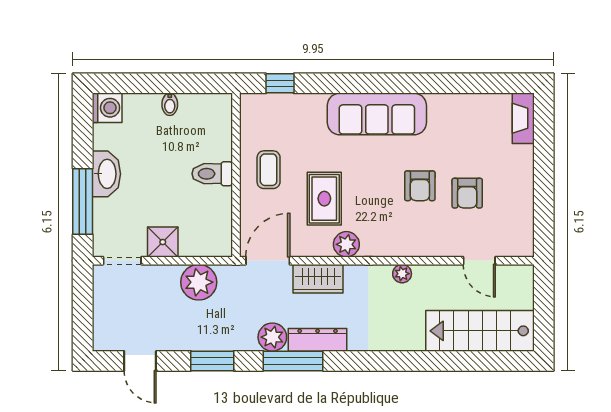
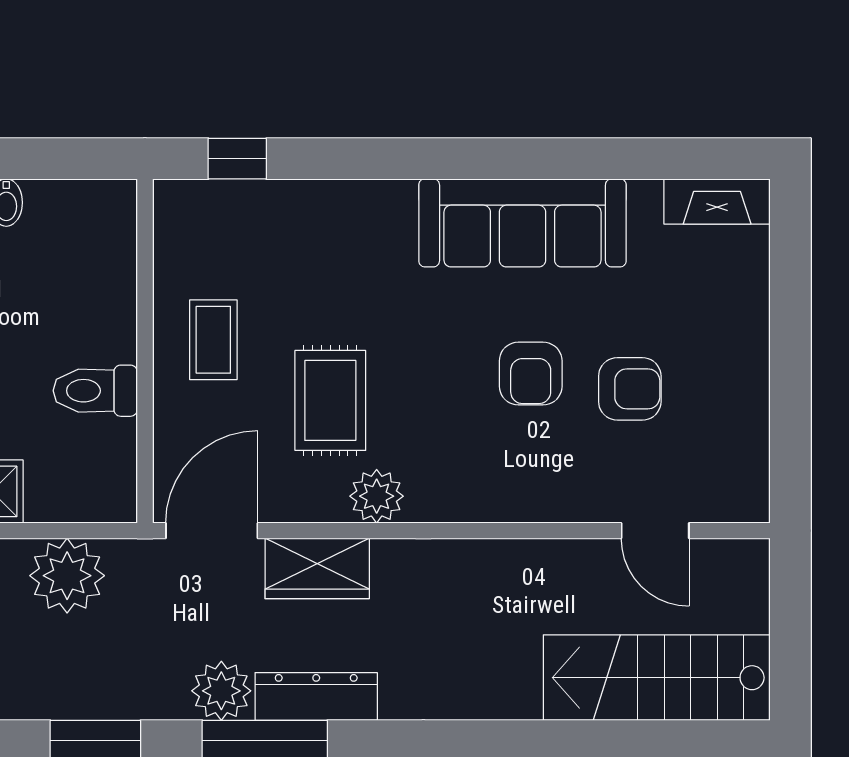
sofa: (377, 114) -> (522, 223), moved
fireplace: (523, 118) -> (717, 201), moved, turned -90
toilet: (212, 174) -> (95, 391), moved
armchair: (467, 193) -> (630, 389), turned -90
plant: (402, 274) -> (493, 558), removed

